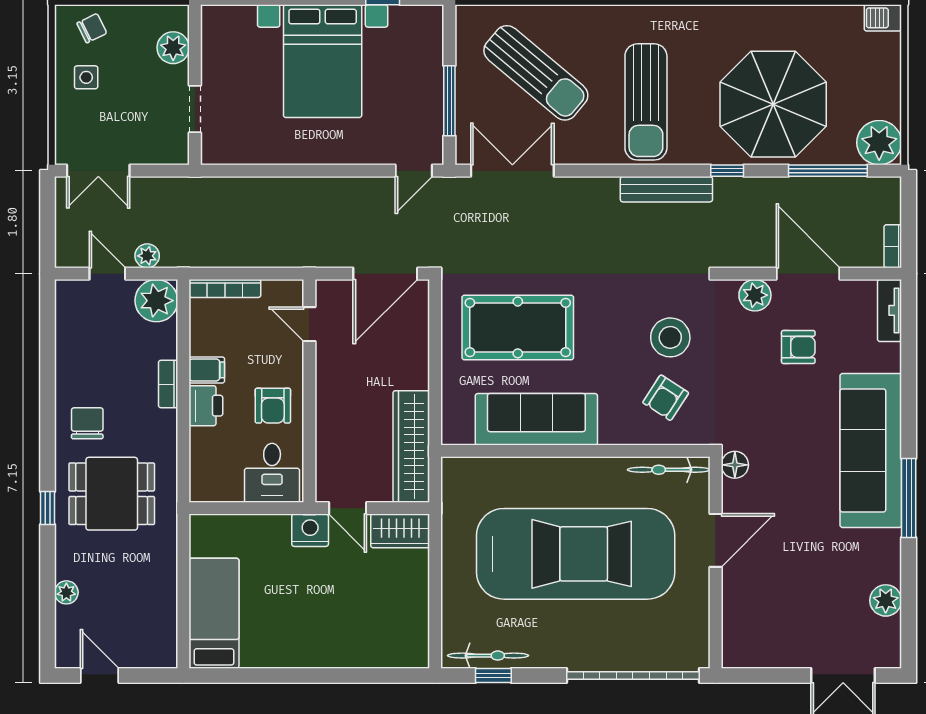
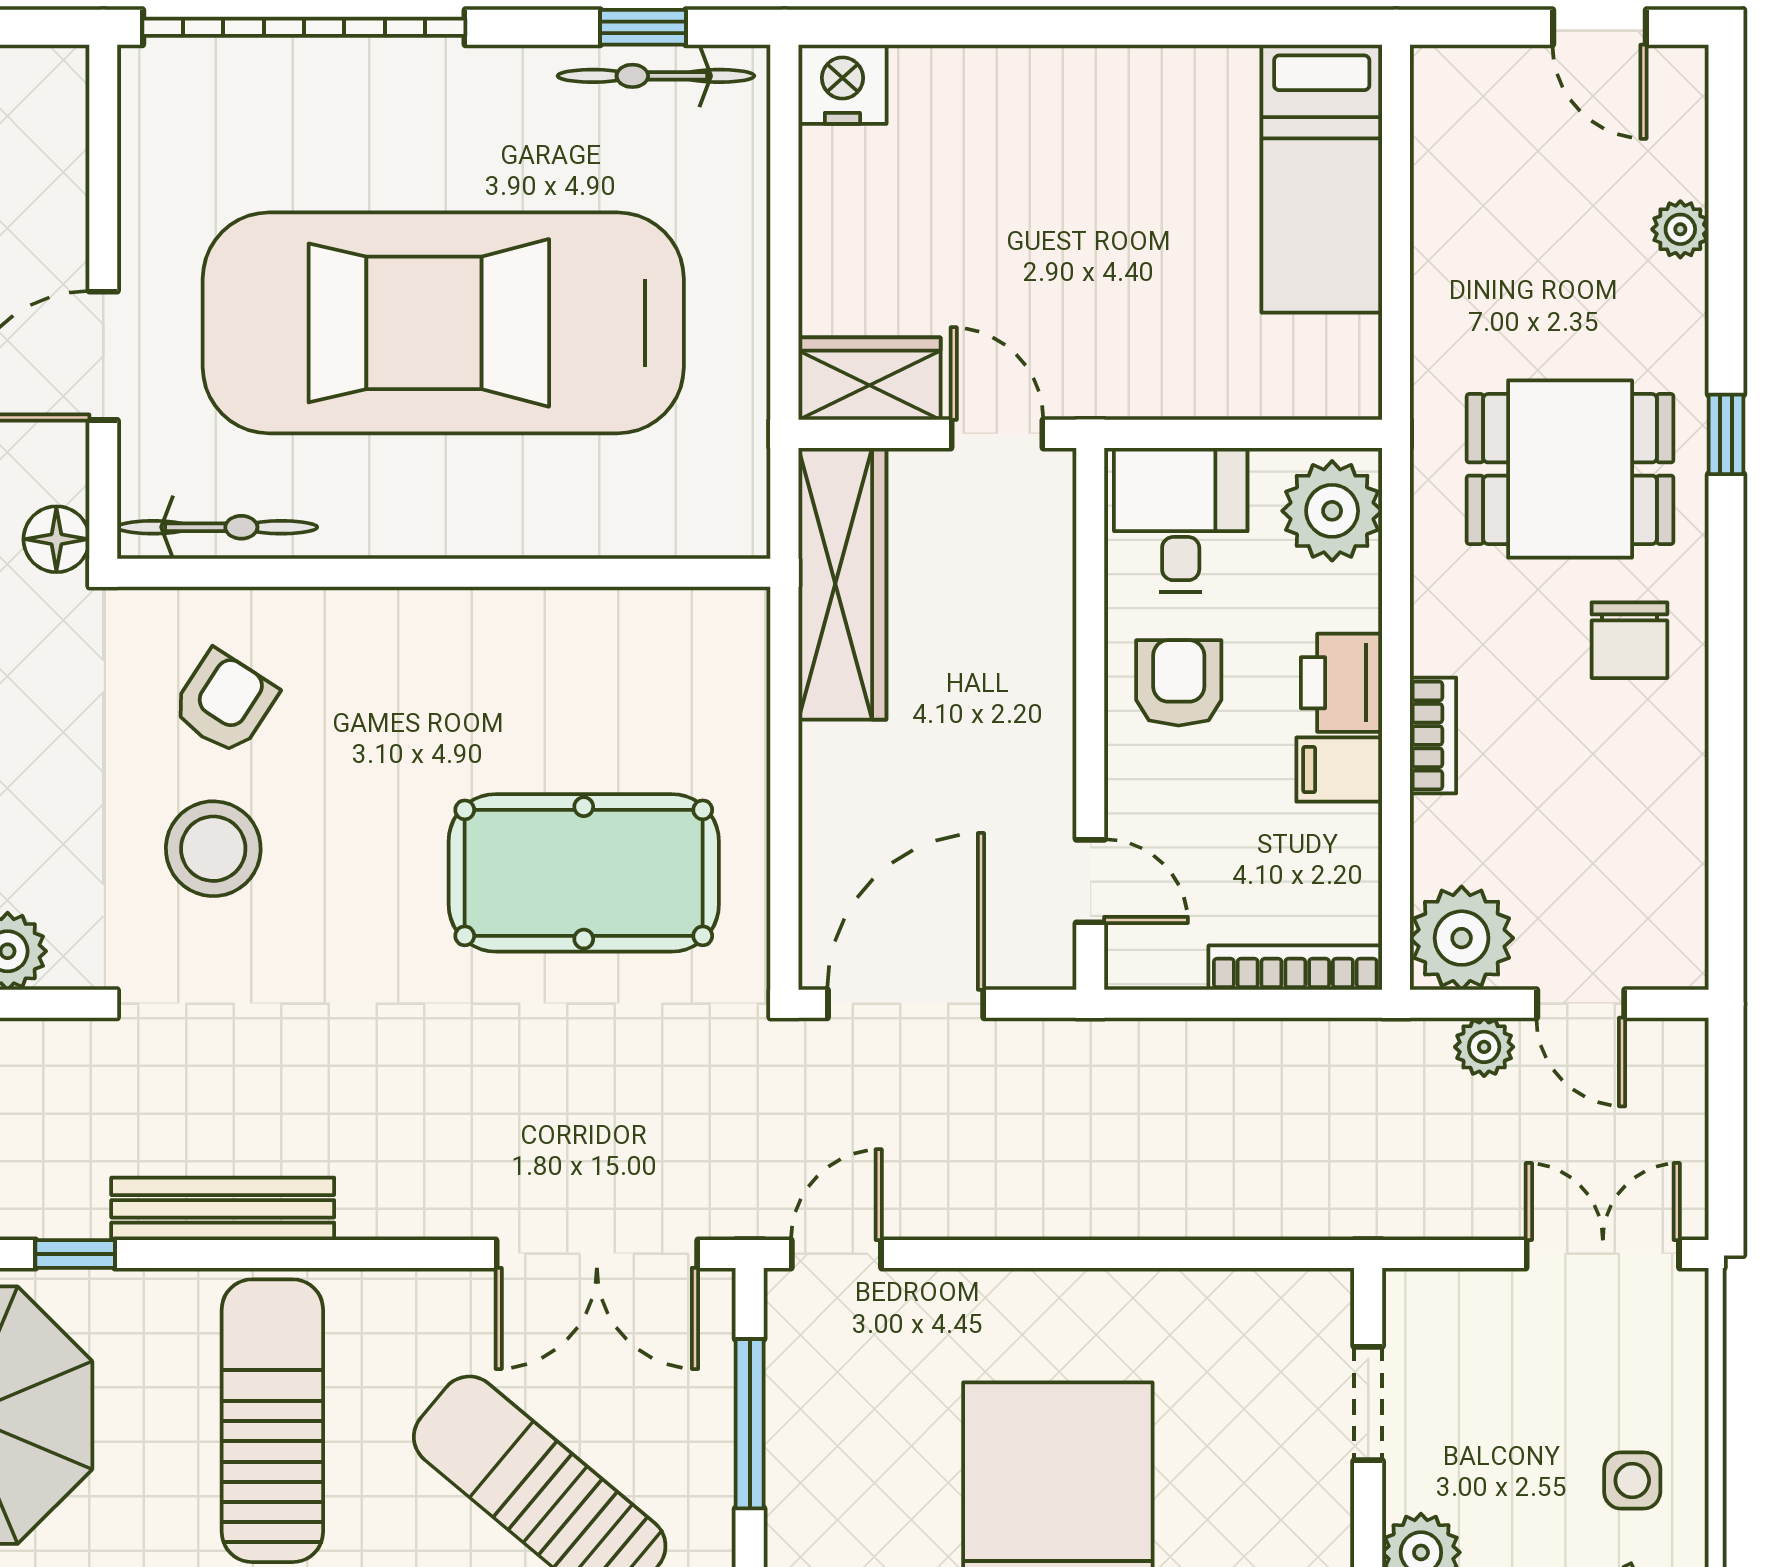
sofa: (536, 419) -> (539, 650), removed
plant: (210, 476) -> (1332, 511), added
nightstand: (310, 530) -> (842, 84), moved, turned 180

